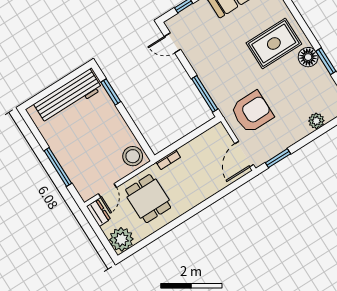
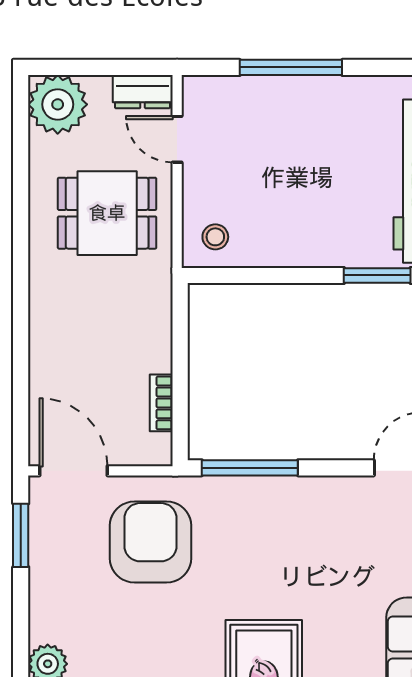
armchair: (252, 112) -> (151, 542), turned 180
stool: (133, 156) -> (215, 237), width x0.53, depth x0.53
bookcase: (168, 160) -> (161, 403), moved

